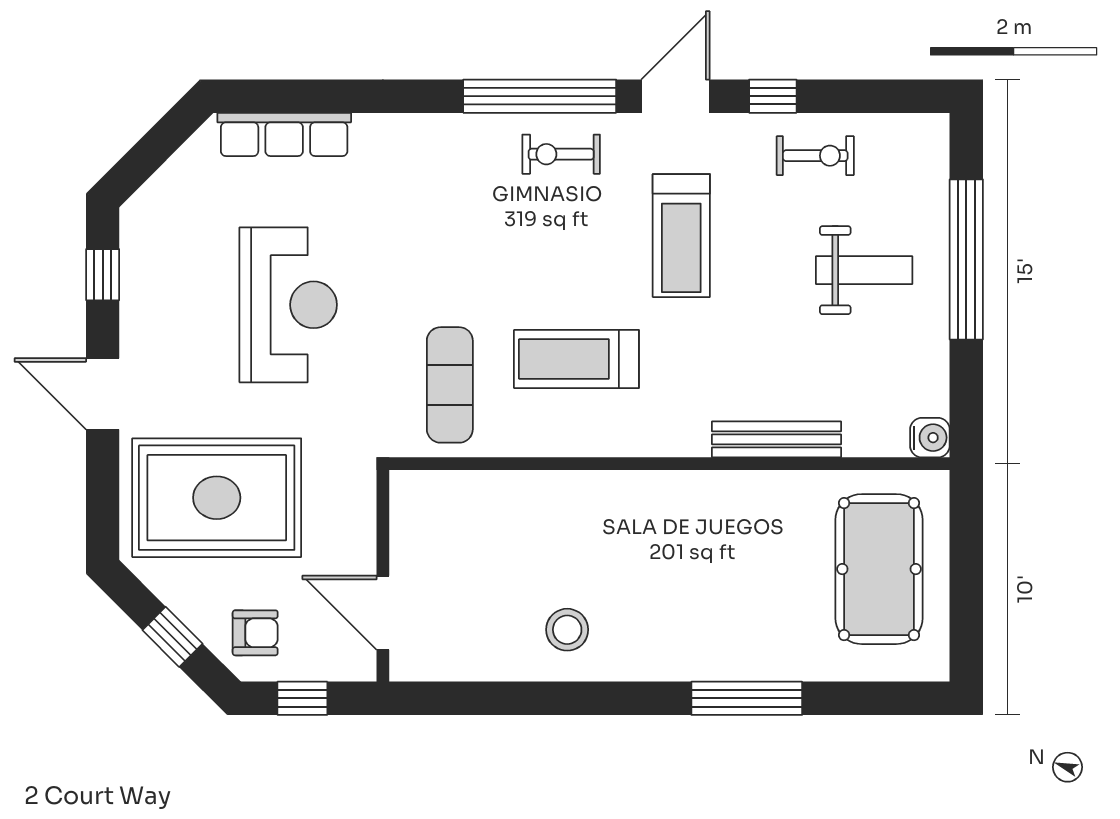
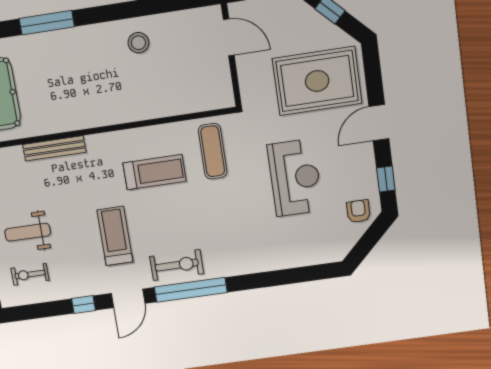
row of seats: (284, 134) -> (308, 256), removed
exercise bike: (561, 154) -> (177, 265), width x1.38, depth x1.39
exercise bike: (815, 156) -> (30, 274), moved
reception desk: (288, 305) -> (295, 178), turned 180
door: (103, 394) -> (379, 123), swing flipped
armchair: (255, 633) -> (358, 211), moved, turned 90

